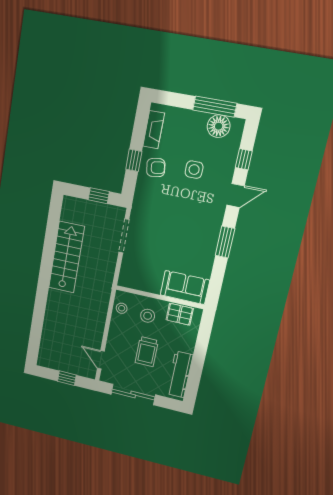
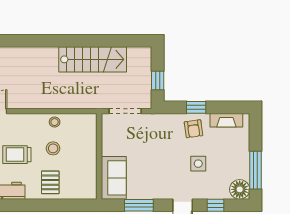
floor lamp: (219, 126) -> (240, 189), moved
sofa: (185, 288) -> (114, 178), moved
wall: (160, 297) -> (99, 156), moved
pallet: (180, 314) -> (50, 182), moved

